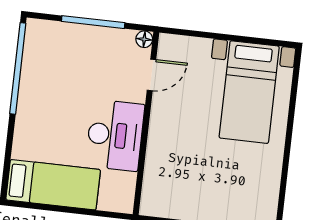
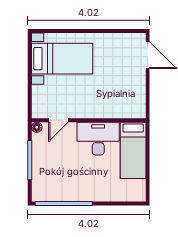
door: (152, 75) -> (58, 120), swing flipped
bed: (53, 185) -> (133, 150), moved, turned 180

